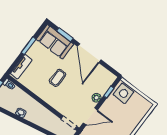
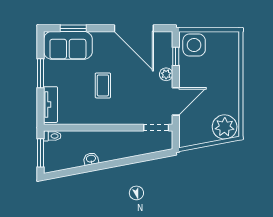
door: (89, 53) -> (134, 28), moved

